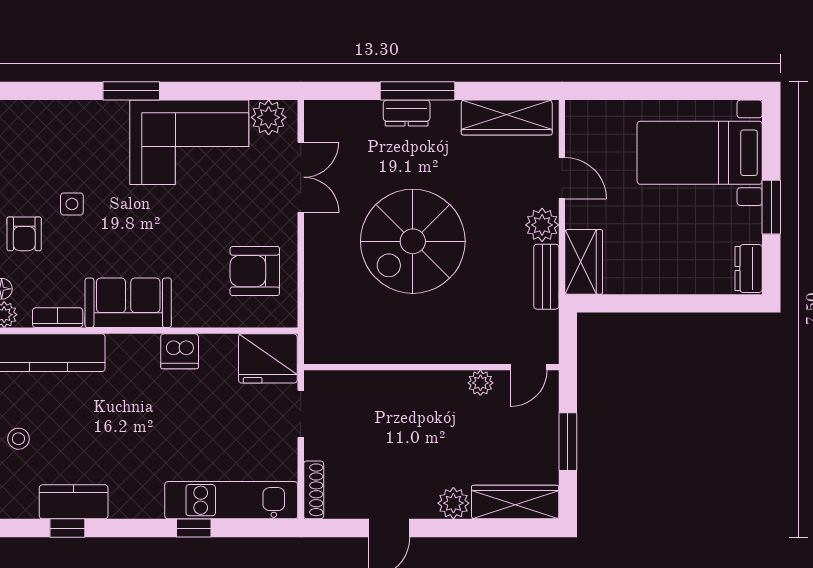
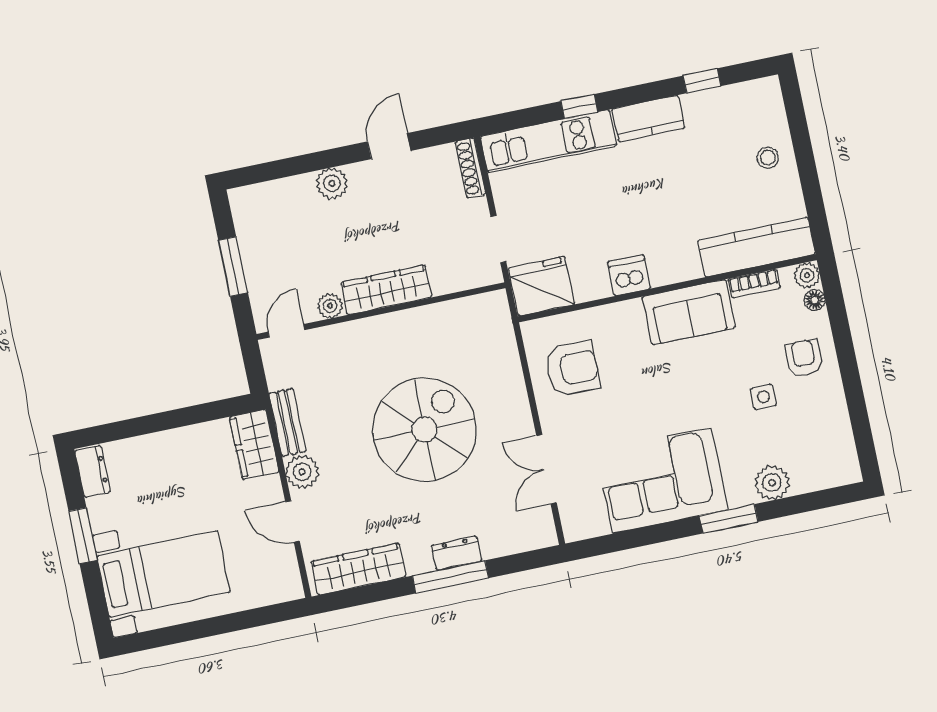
plant: (269, 117) -> (772, 483), moved
kitchen counter: (74, 502) -> (648, 119), moved
wardrobe: (515, 502) -> (386, 290), moved, turned 180

